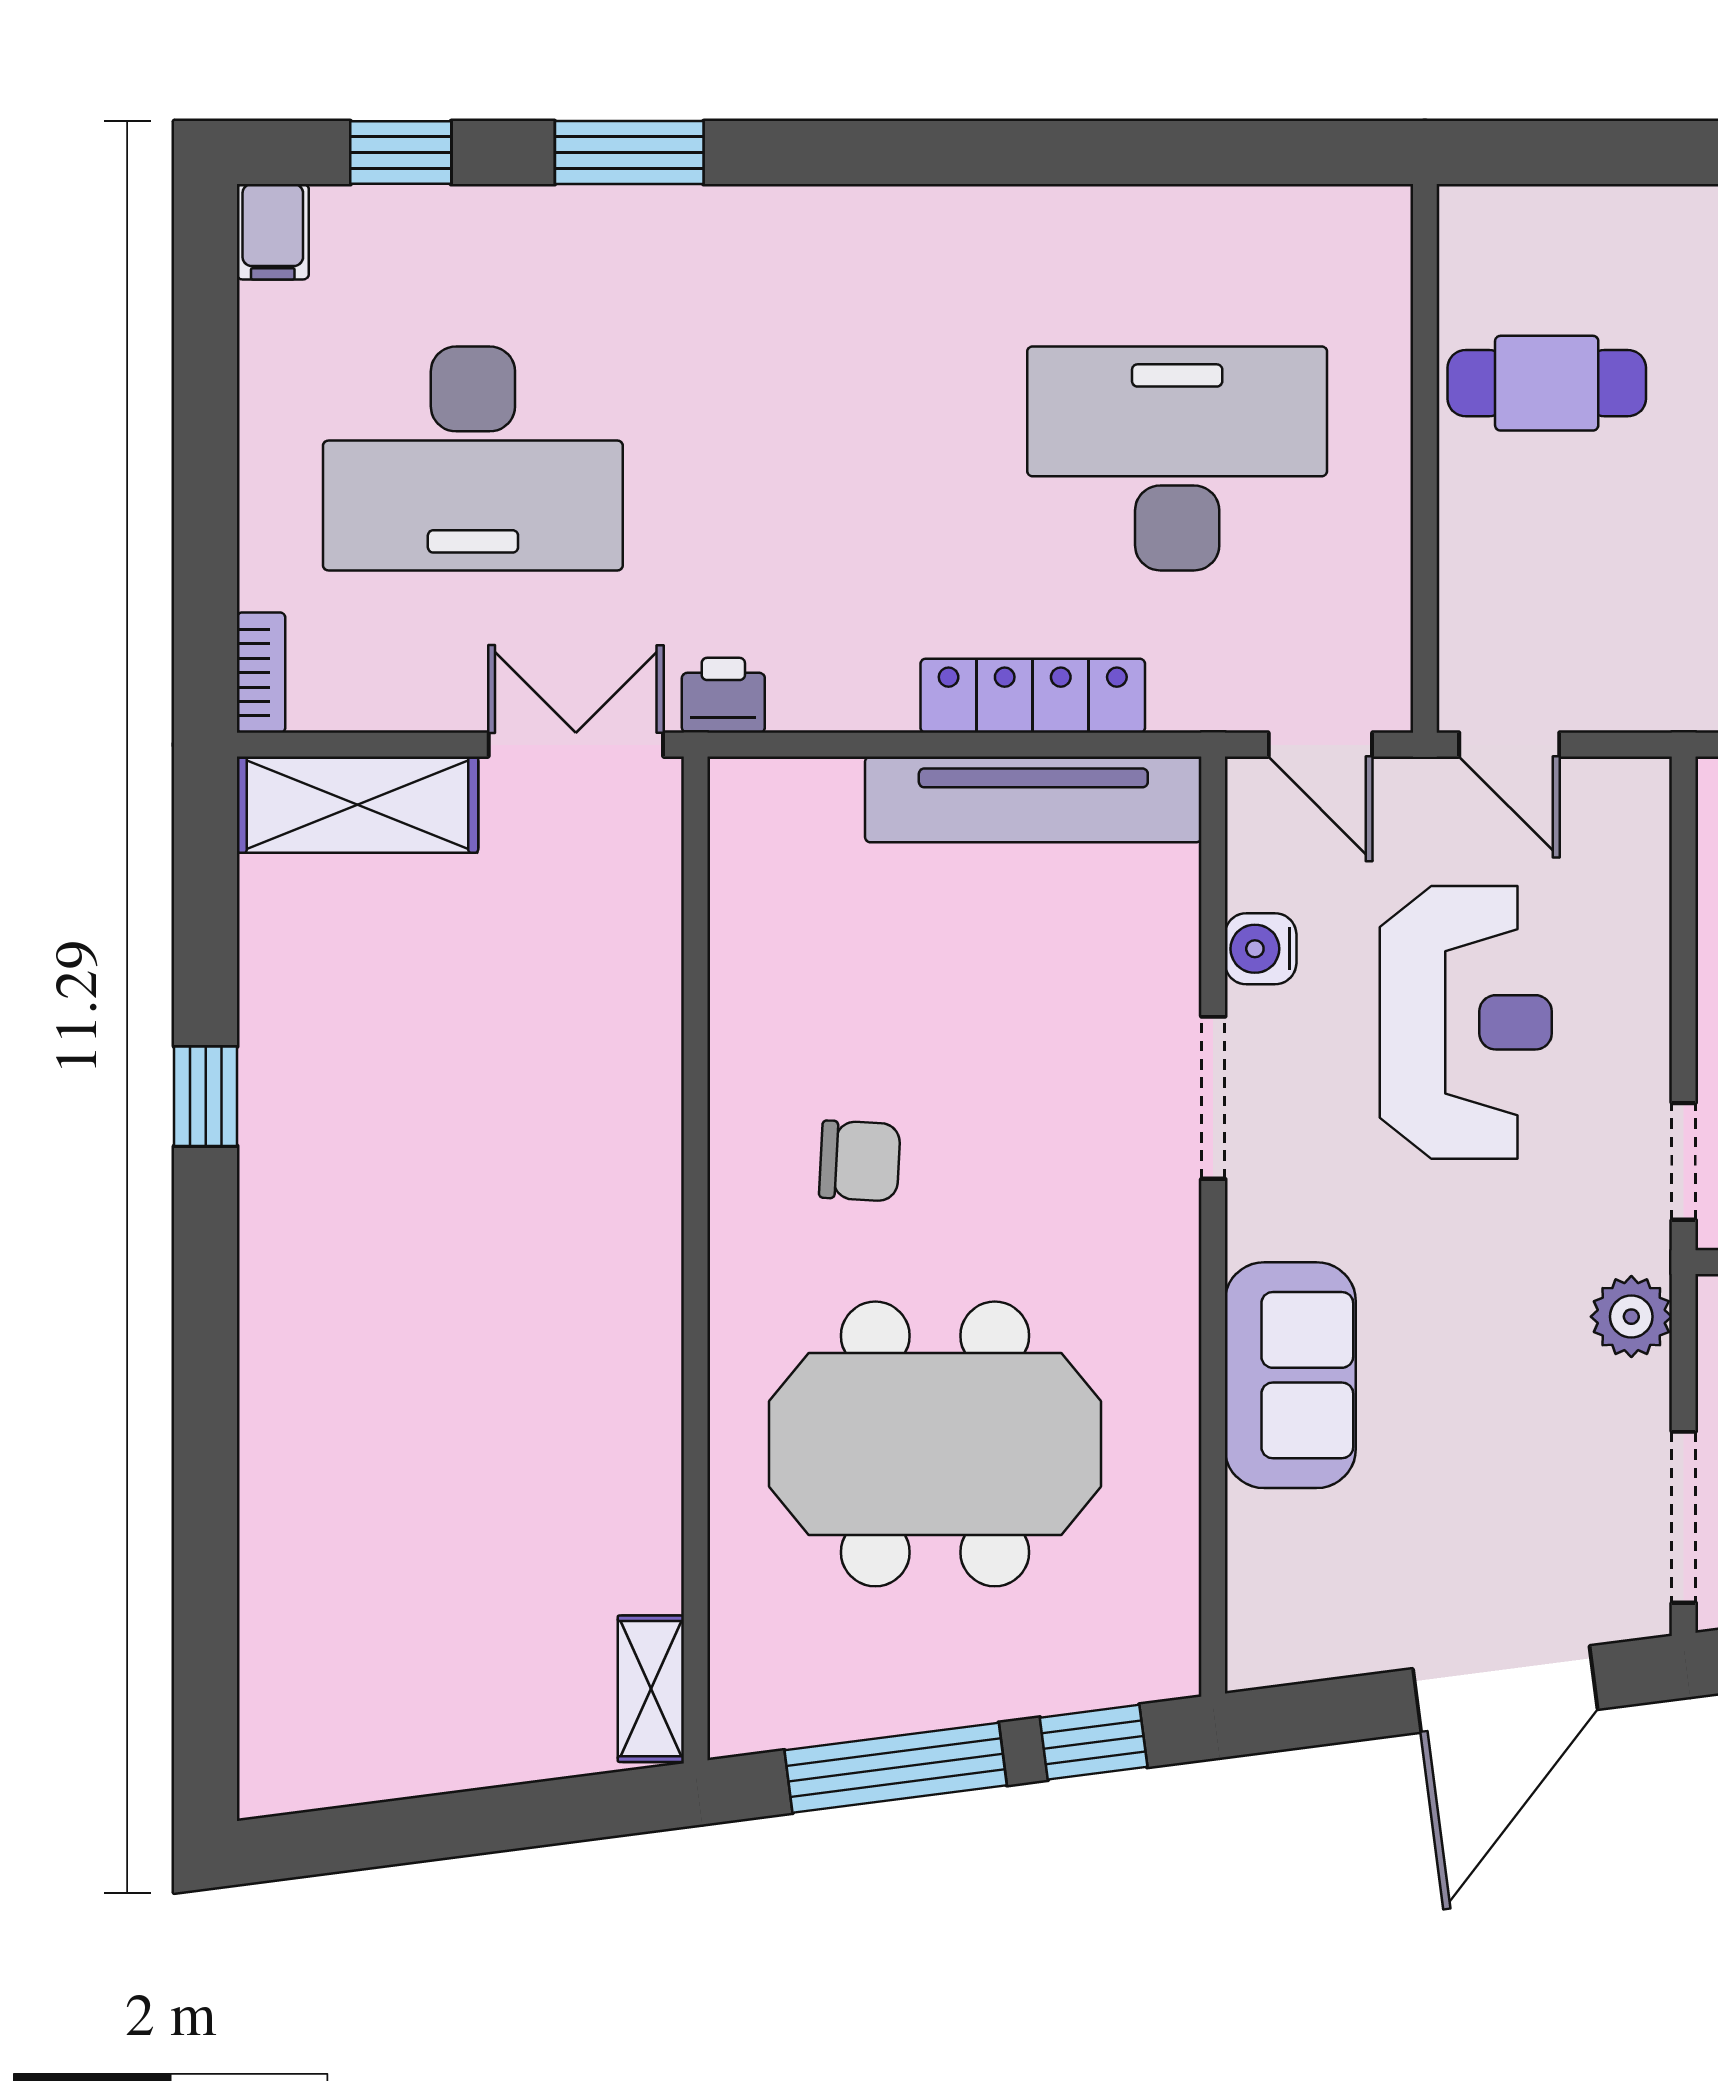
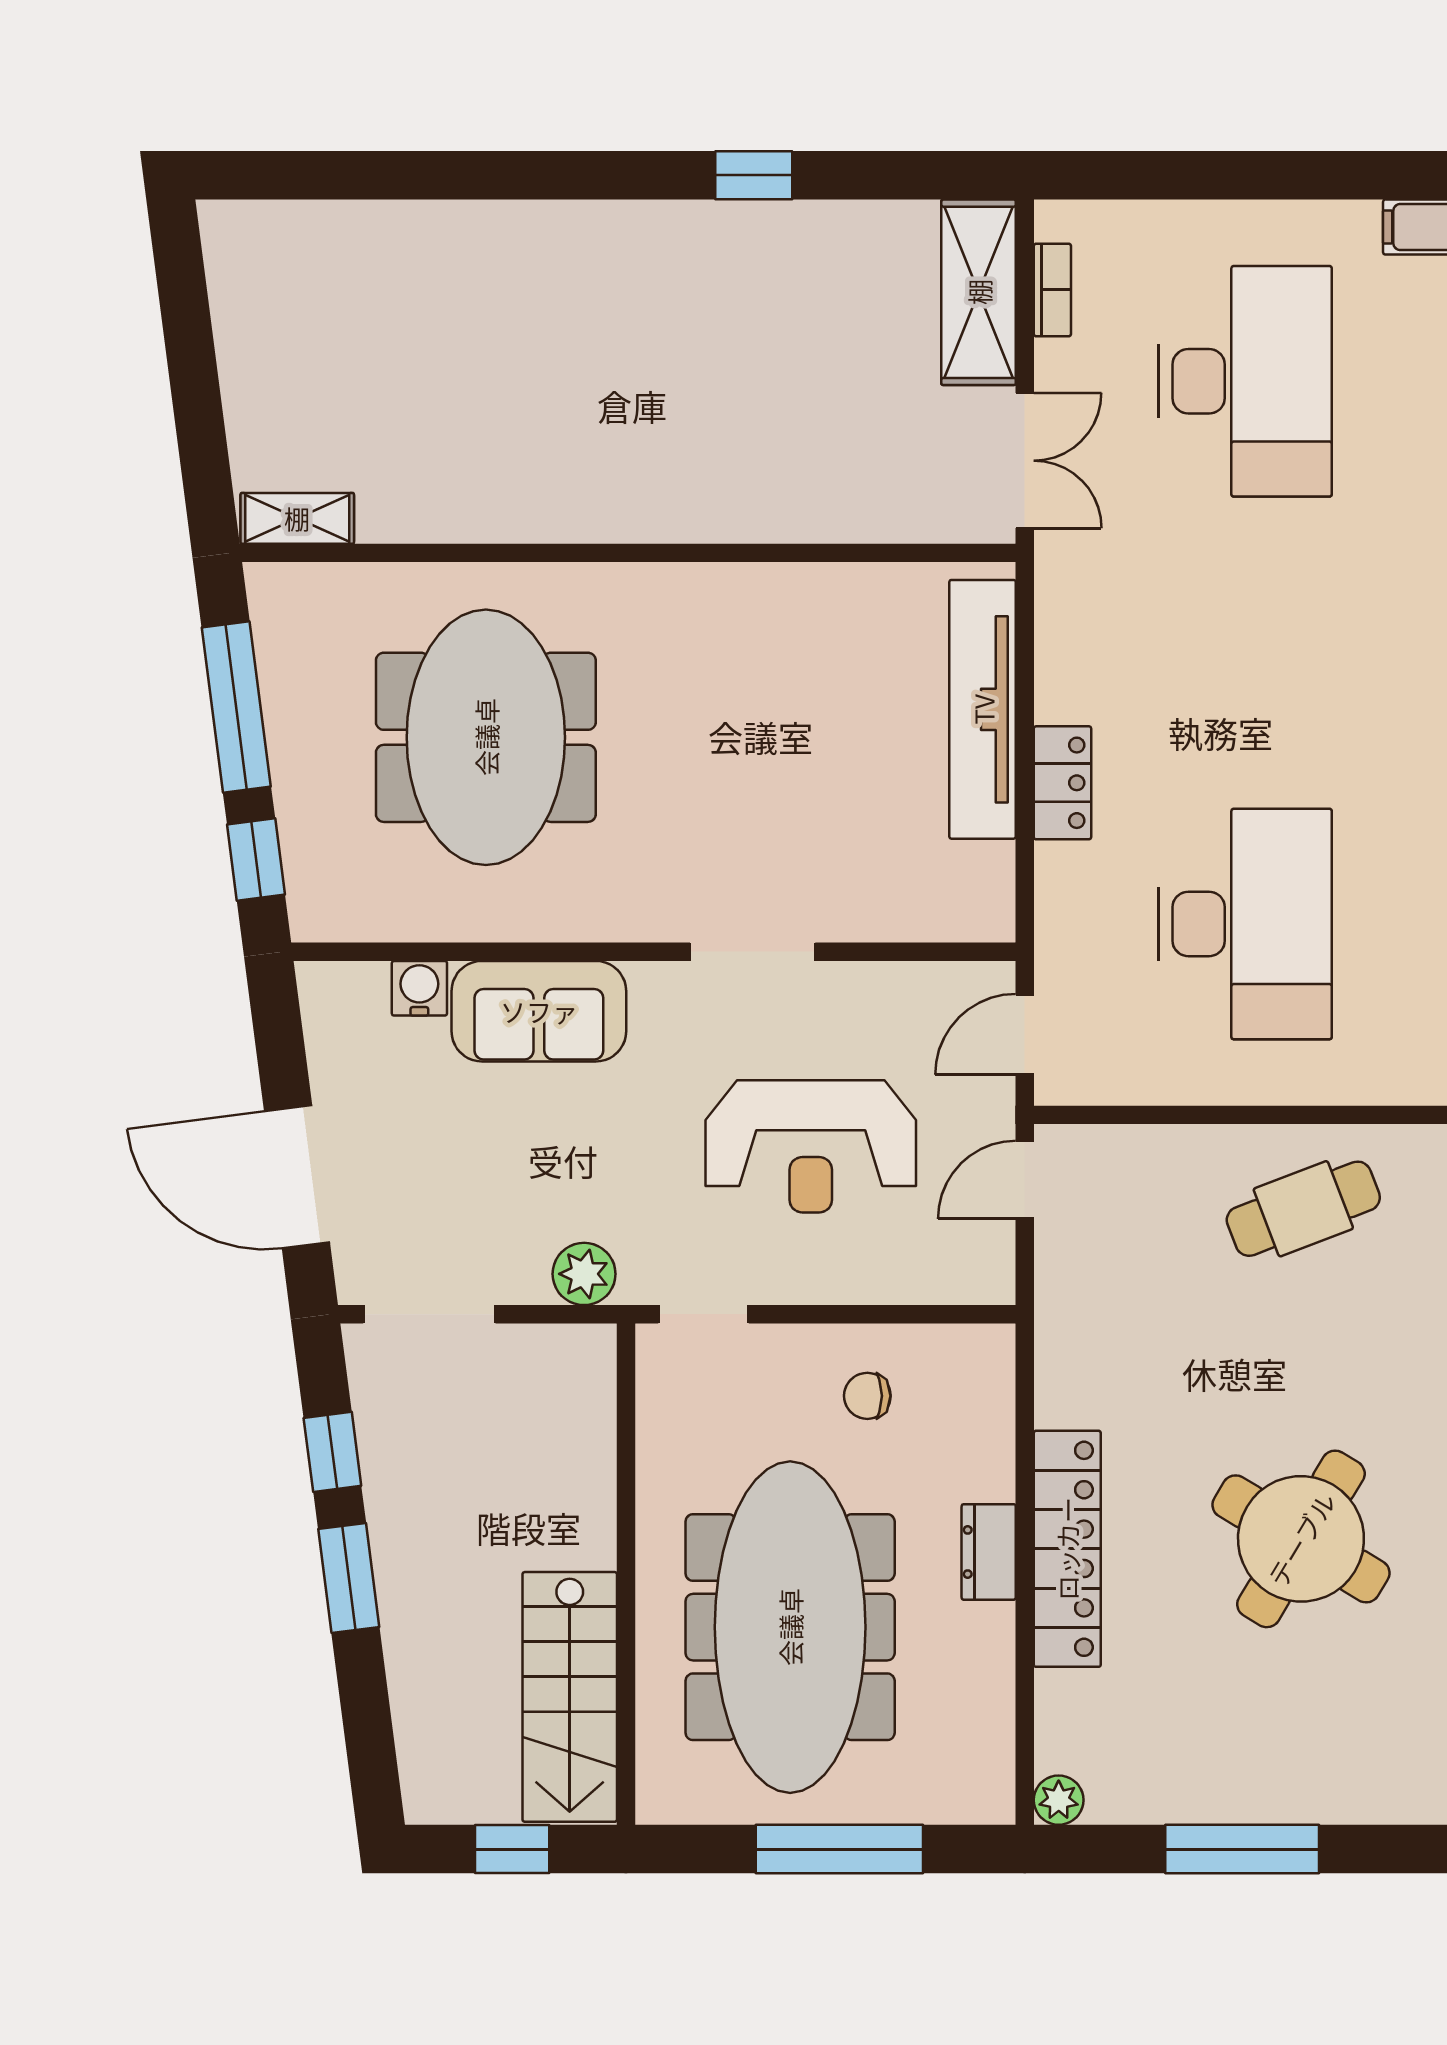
cafe table: (1547, 383) -> (1303, 1209), turned 69
desk: (473, 458) -> (1245, 381), turned 180
bookcase: (261, 673) -> (1052, 290), moved, turned -90
printer: (723, 695) -> (1063, 574), removed
locker: (1033, 696) -> (1062, 783), width x0.66
tv unit: (1033, 799) -> (983, 709), moved
water cooler: (1261, 949) -> (419, 988), moved
chair: (860, 1161) -> (704, 679), removed

